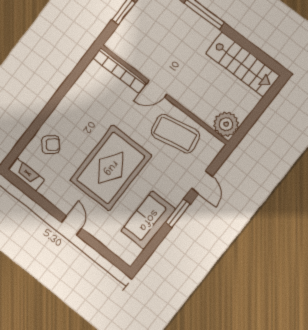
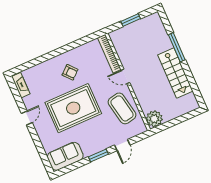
stairs: (243, 64) -> (175, 73), moved
armchair: (51, 145) -> (70, 72), moved
sofa: (148, 220) -> (65, 156), moved
door: (72, 225) -> (27, 118), moved

